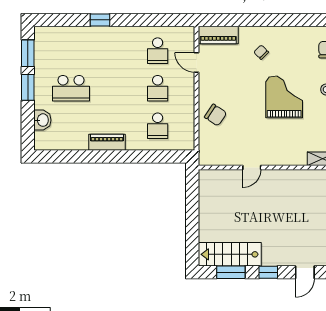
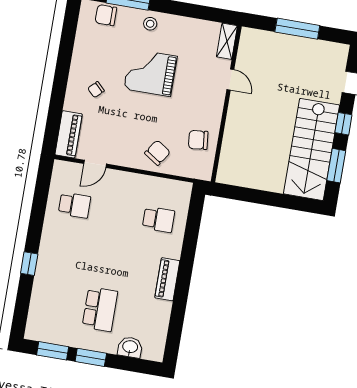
school desk: (158, 88) -> (117, 212), removed
chair: (233, 149) -> (198, 140), added
door: (252, 167) -> (230, 80), moved
stairs: (230, 254) -> (311, 149), width x1.36, depth x1.51

